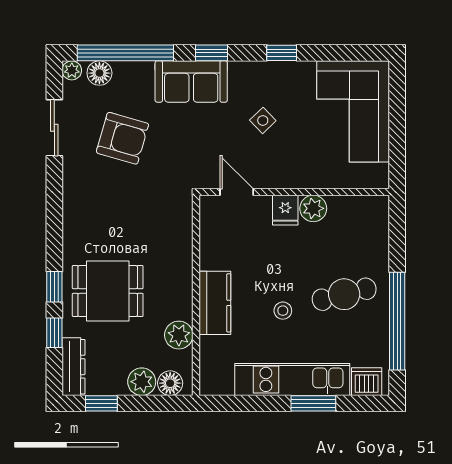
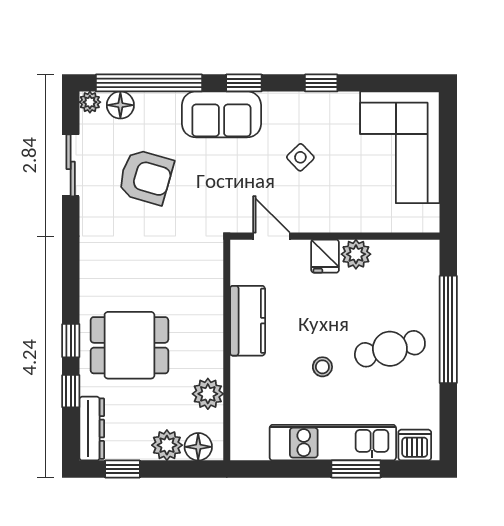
kitchen counter: (215, 303) -> (248, 321), moved
window: (397, 321) -> (448, 329), moved

